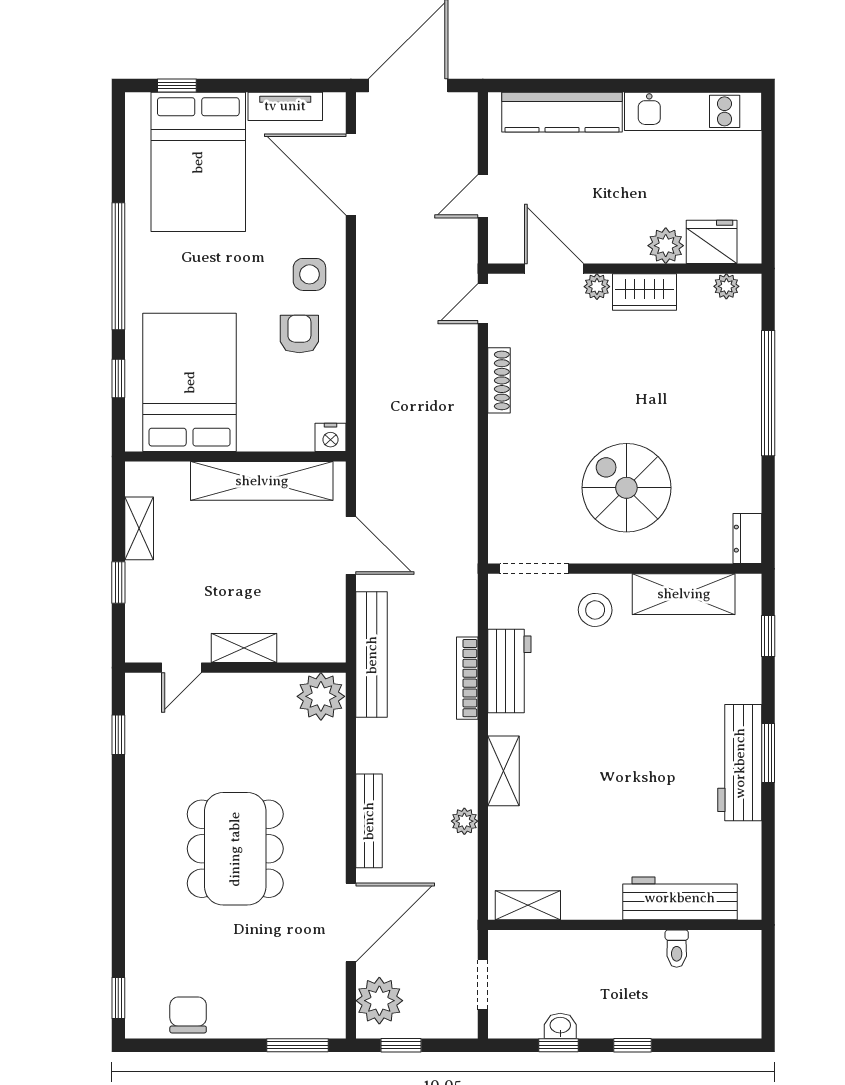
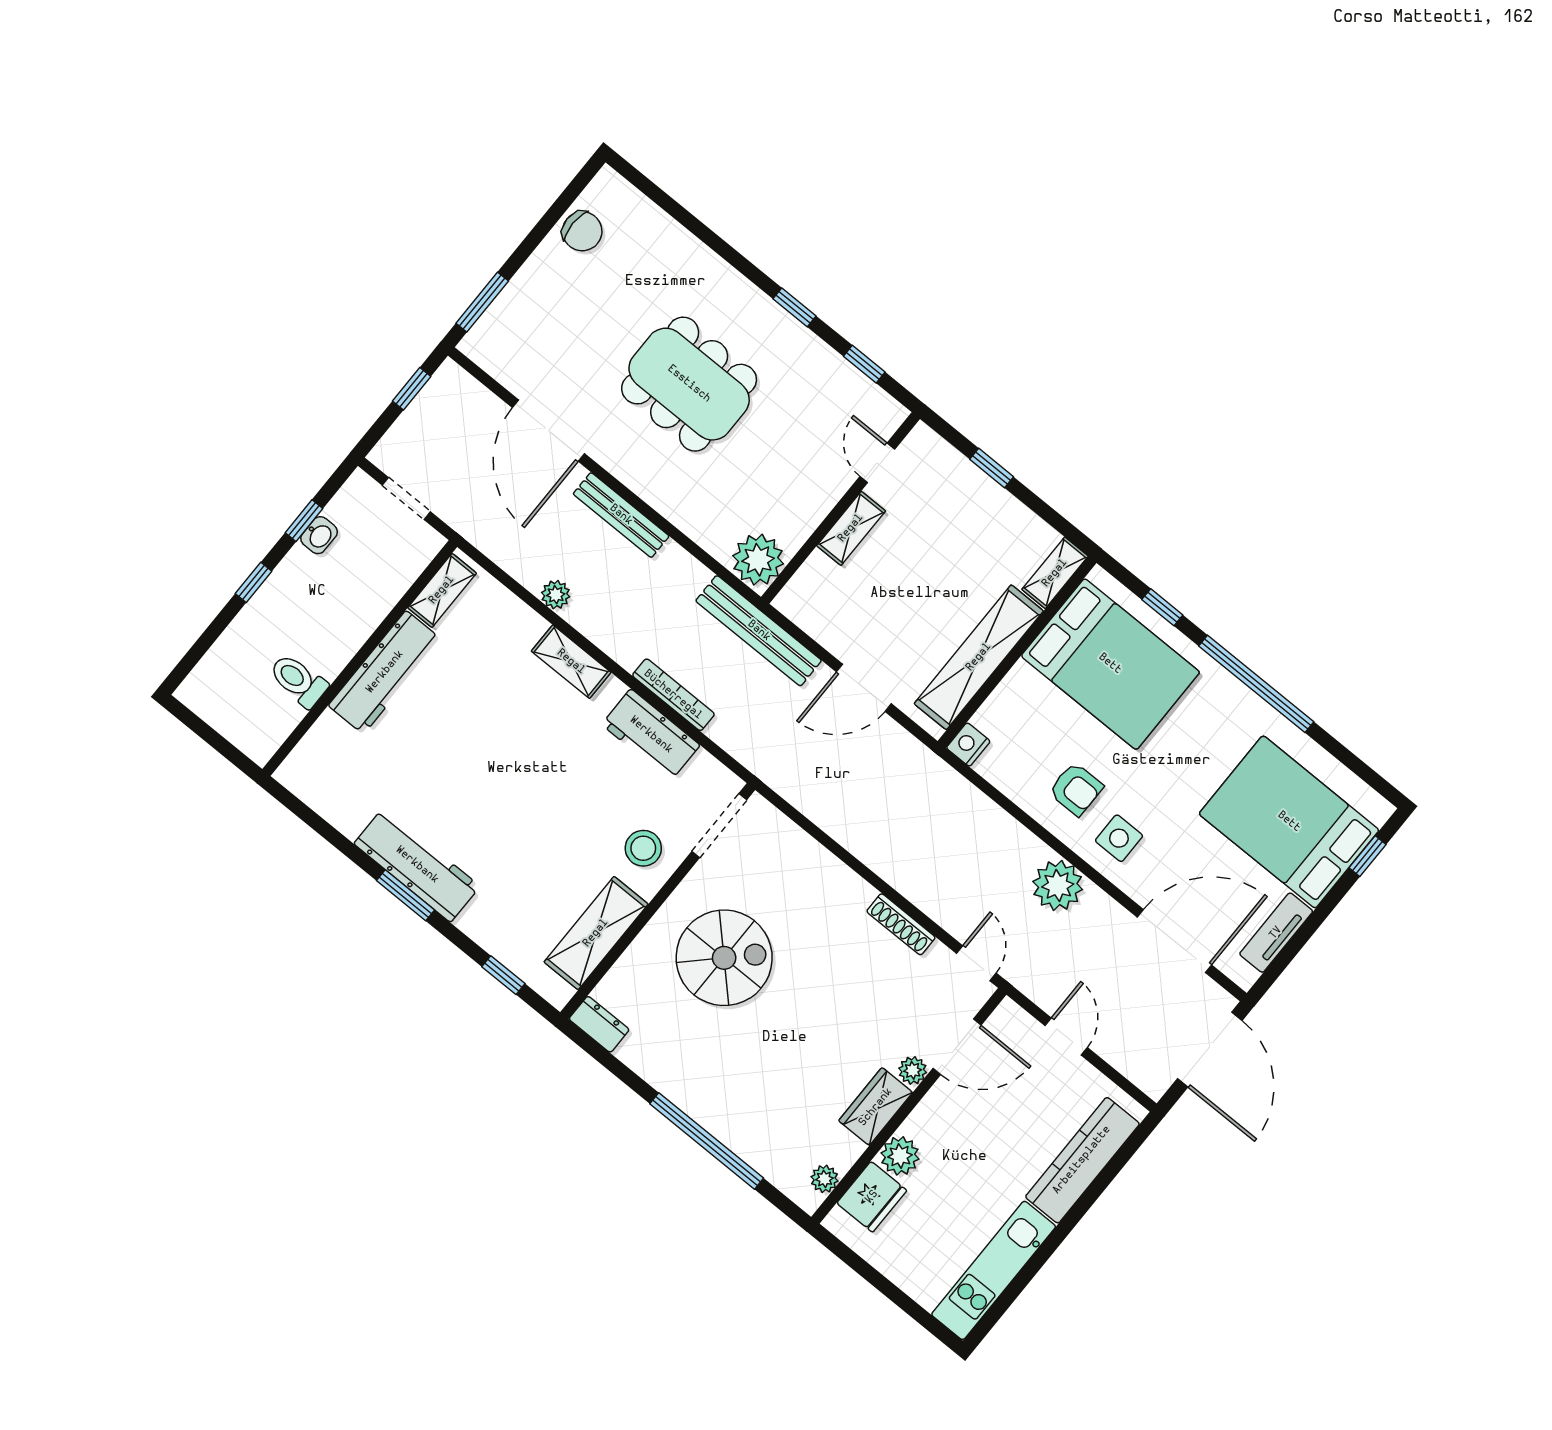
shelving: (139, 528) -> (1055, 573), moved, turned 90
workbench: (680, 898) -> (385, 672), moved
toilet: (677, 949) -> (298, 680), width x1.37, depth x1.39
window: (118, 998) -> (795, 307), moved
plant: (379, 1001) -> (1058, 886), moved

